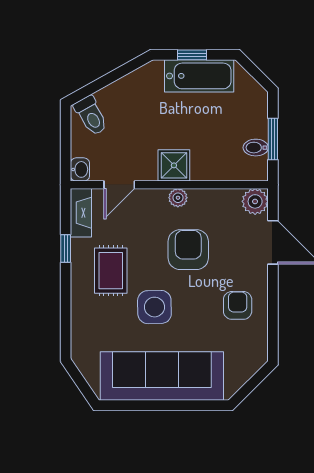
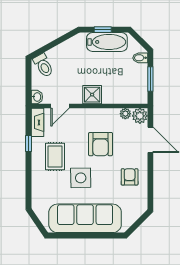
bidet: (256, 148) -> (140, 58), moved
plant: (178, 198) -> (125, 114), moved
armchair: (188, 250) -> (101, 144), turned 180

